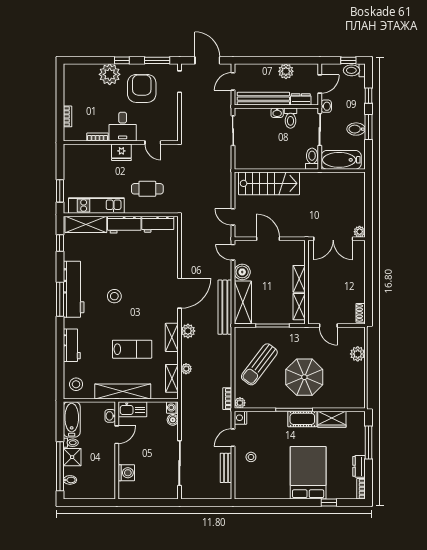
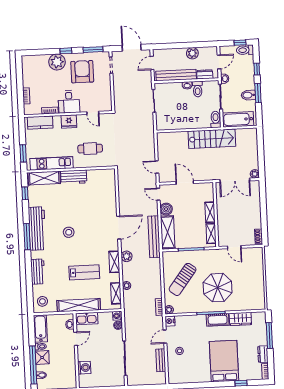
kitchen counter: (84, 152) -> (40, 123), added
stairs: (269, 183) -> (212, 139), moved
workbench: (158, 224) -> (99, 175), removed
plant: (358, 354) -> (258, 268), removed

